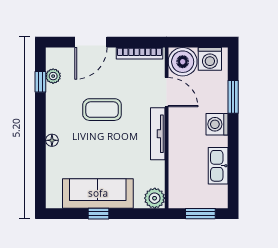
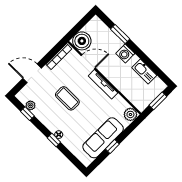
door: (91, 42) -> (32, 73), swing flipped
washing machine: (210, 59) -> (93, 27), removed
coffee table: (102, 110) -> (67, 98), turned 90
window: (40, 141) -> (54, 140), added

